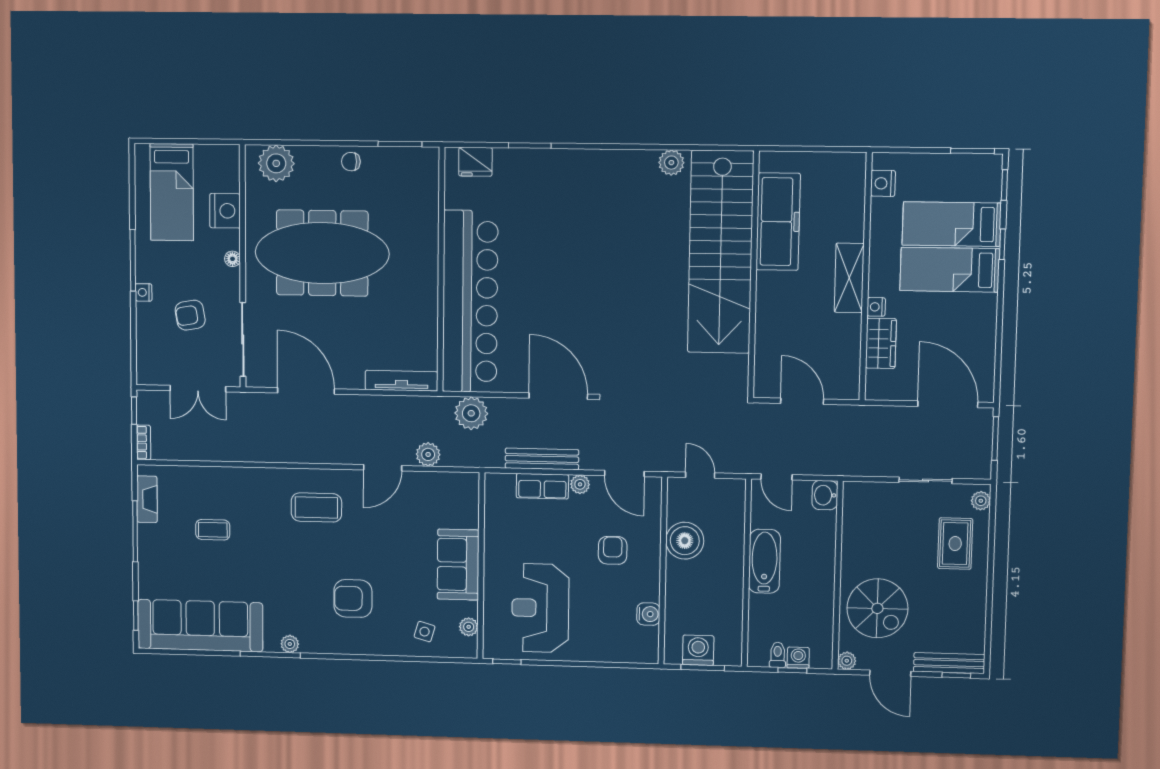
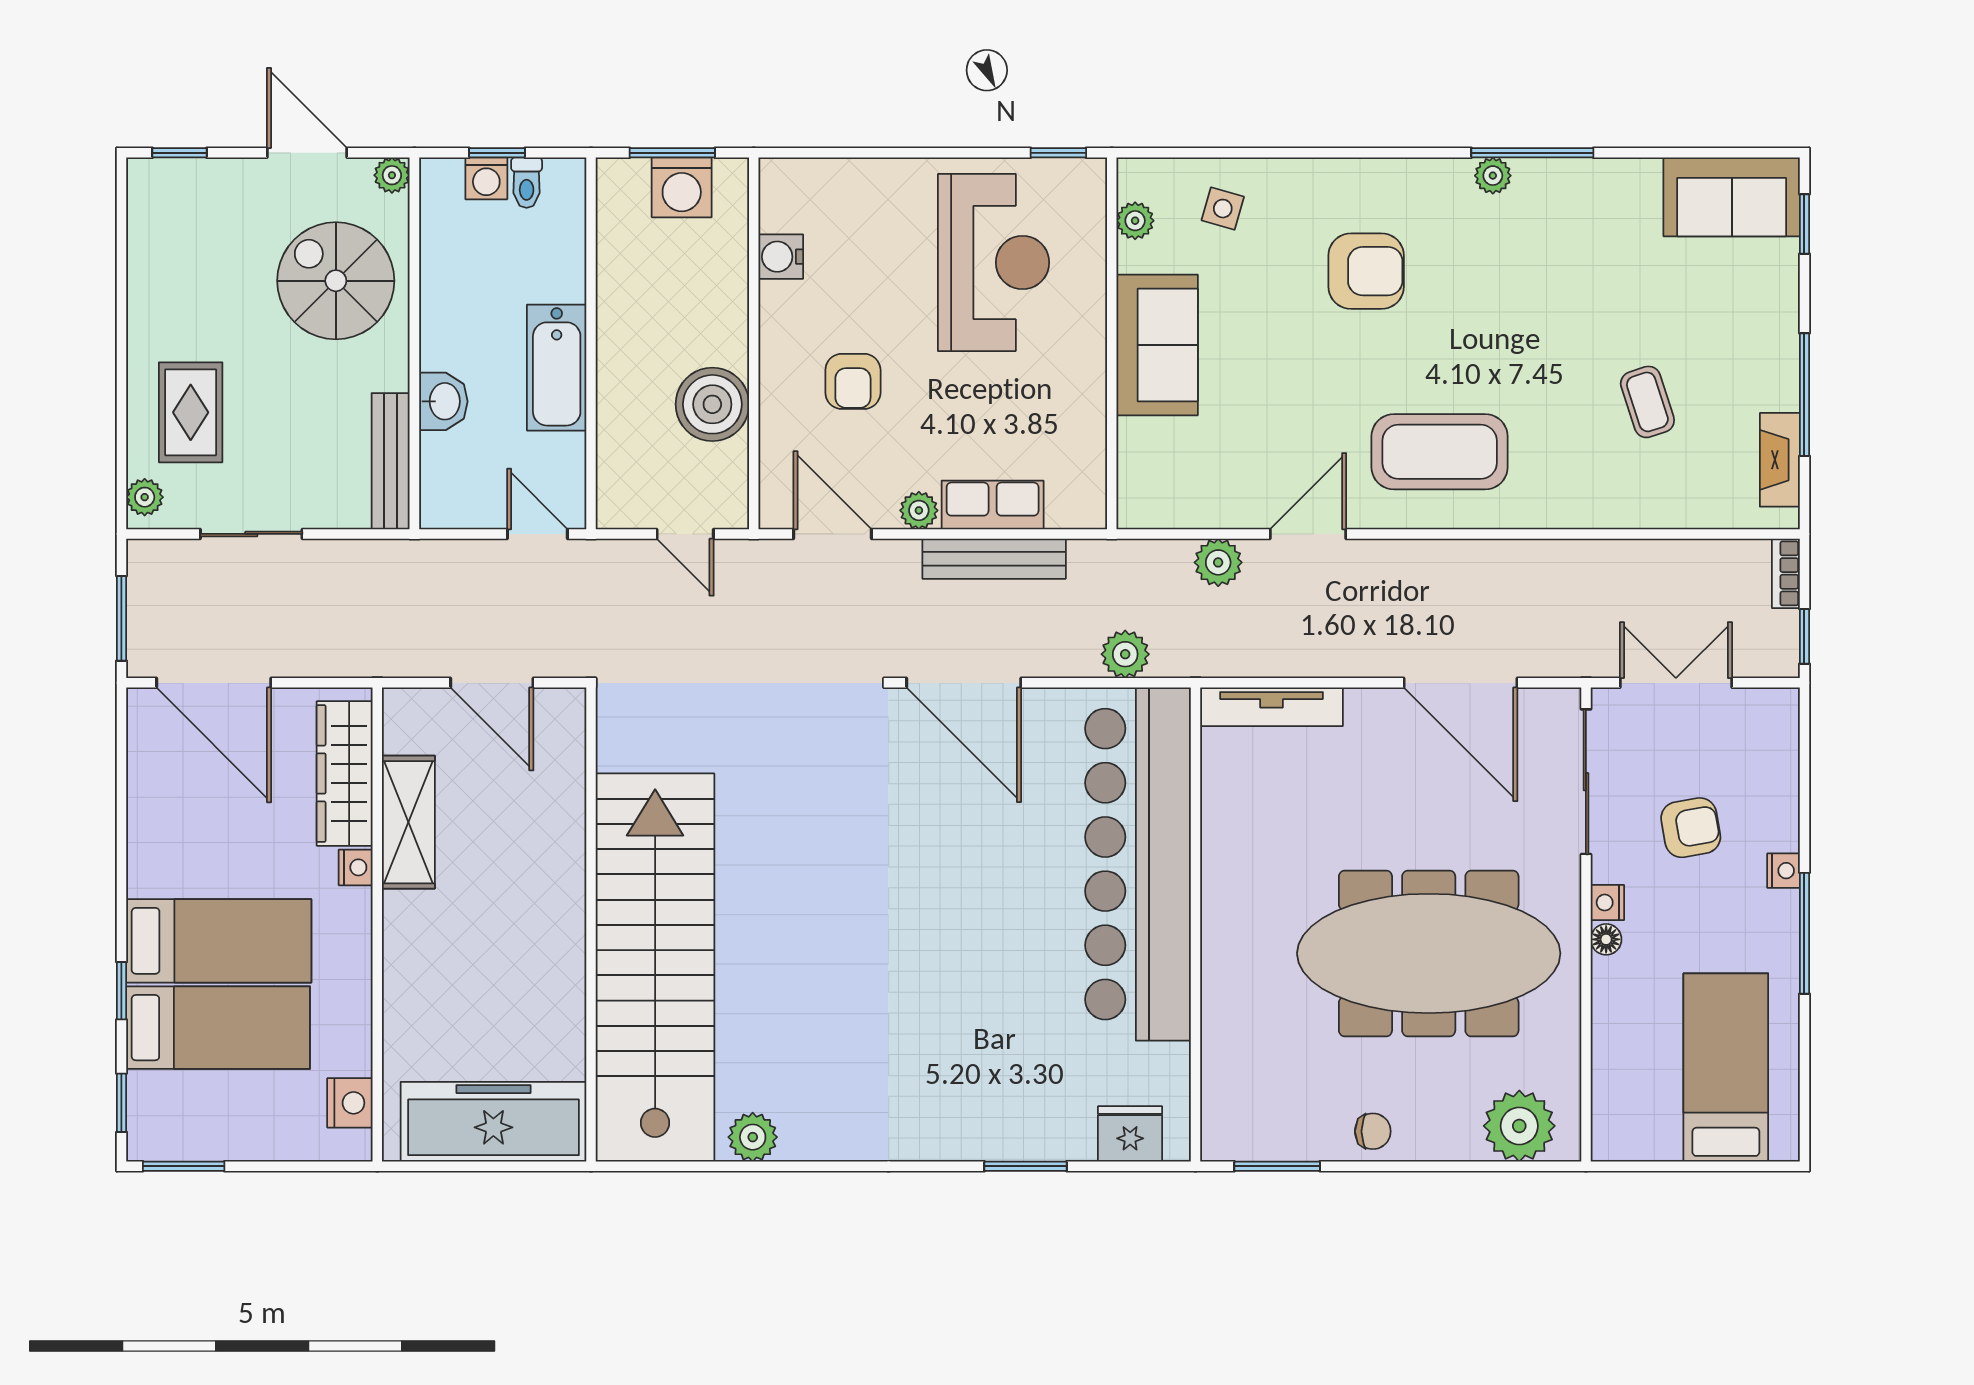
nightstand: (225, 211) -> (1607, 903), moved, width x0.53, depth x0.56
freezer: (778, 222) -> (493, 1122), moved, turned 90
shelving: (849, 278) -> (408, 822), moved
wardrobe: (881, 343) -> (345, 773), width x1.50
plant: (471, 413) -> (1125, 654), width x0.73, depth x0.73
washbasin: (825, 495) -> (443, 401), moved
coffee table: (316, 507) -> (1440, 452), width x1.36, depth x1.32
coffee table: (213, 530) -> (1647, 402), turned 72
sofa: (200, 626) -> (1732, 197), width x0.54, depth x0.79
bench: (949, 663) -> (391, 461), moved, turned 90

